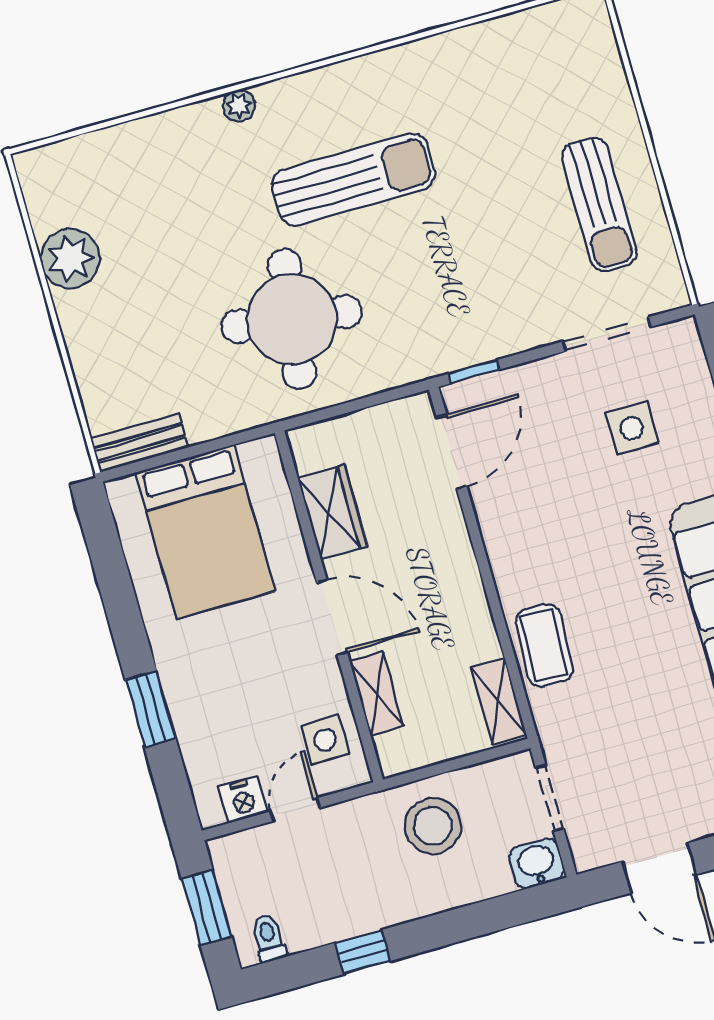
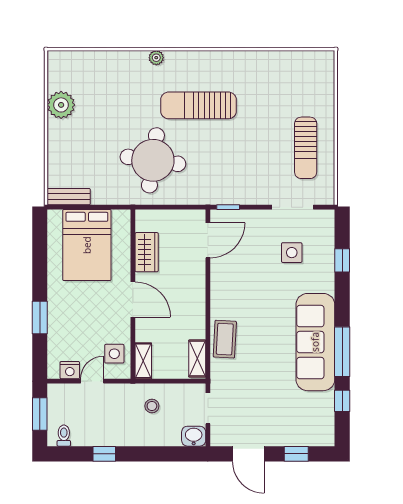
sun lounger: (354, 179) -> (198, 105), turned 180
shelving: (377, 694) -> (143, 361), moved
stool: (433, 826) -> (152, 406), width x0.53, depth x0.53

